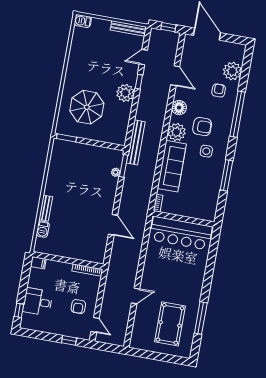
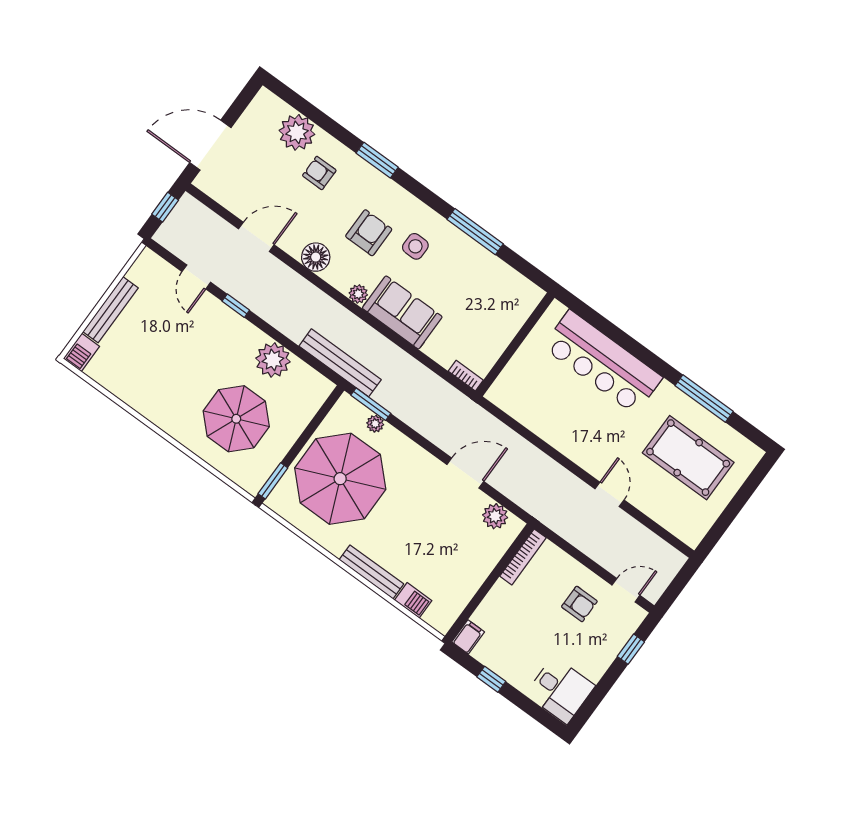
bench: (128, 28) -> (111, 310), moved
plant: (125, 93) -> (273, 360), moved
window: (237, 114) -> (377, 160), width x0.47
plant: (177, 132) -> (358, 294), width x0.53, depth x0.53
sofa: (172, 166) -> (402, 312), width x0.73
parasol: (83, 168) -> (340, 479), added
bench: (46, 208) -> (371, 572), width x1.36
bar counter: (181, 233) -> (602, 362), moved, turned 90
plant: (100, 248) -> (495, 516), added
desk: (38, 302) -> (560, 690), moved, turned -90
window: (19, 310) -> (491, 679), moved

